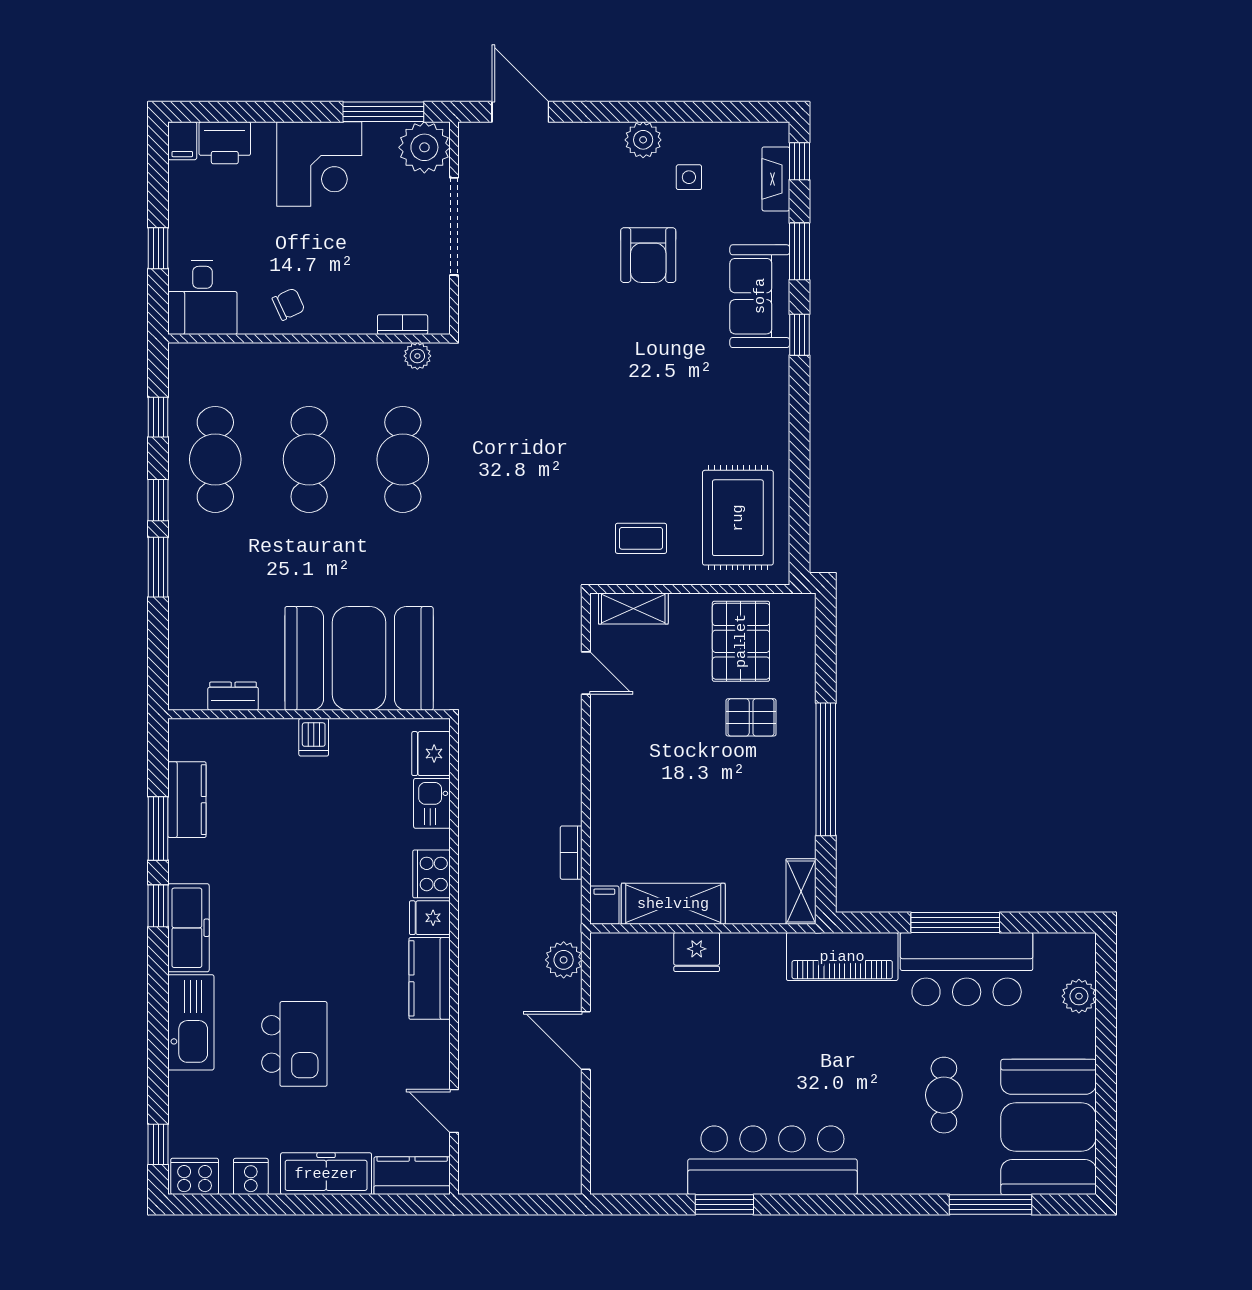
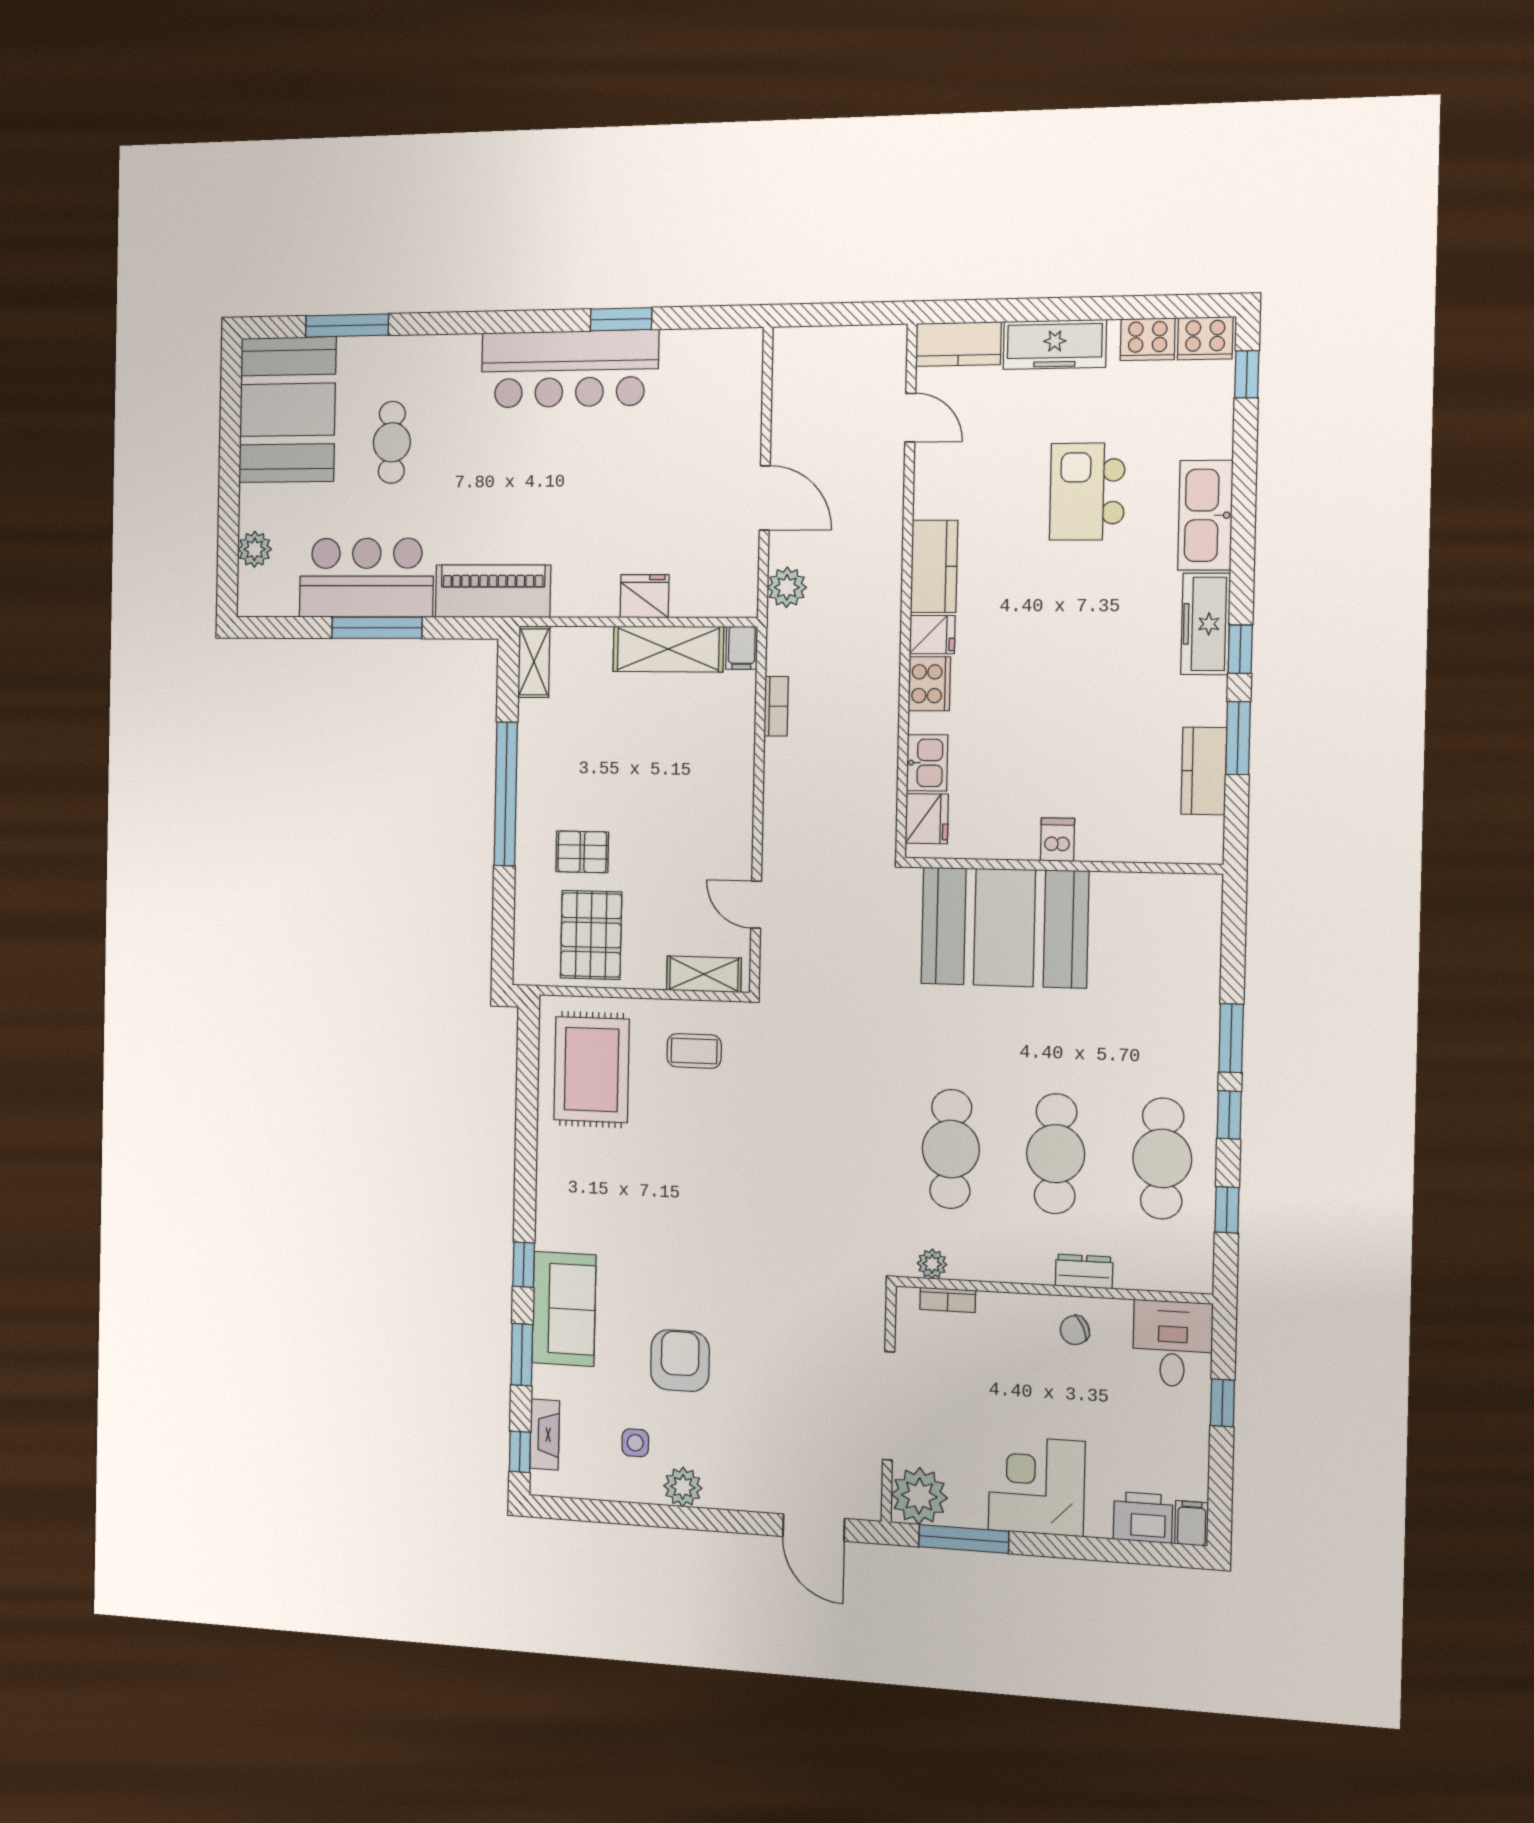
dresser: (233, 696) -> (1084, 1271), moved, turned 180
cooker: (251, 1176) -> (1148, 339), width x1.36

